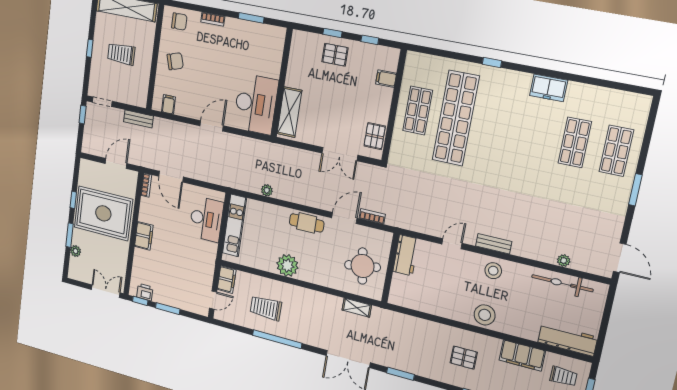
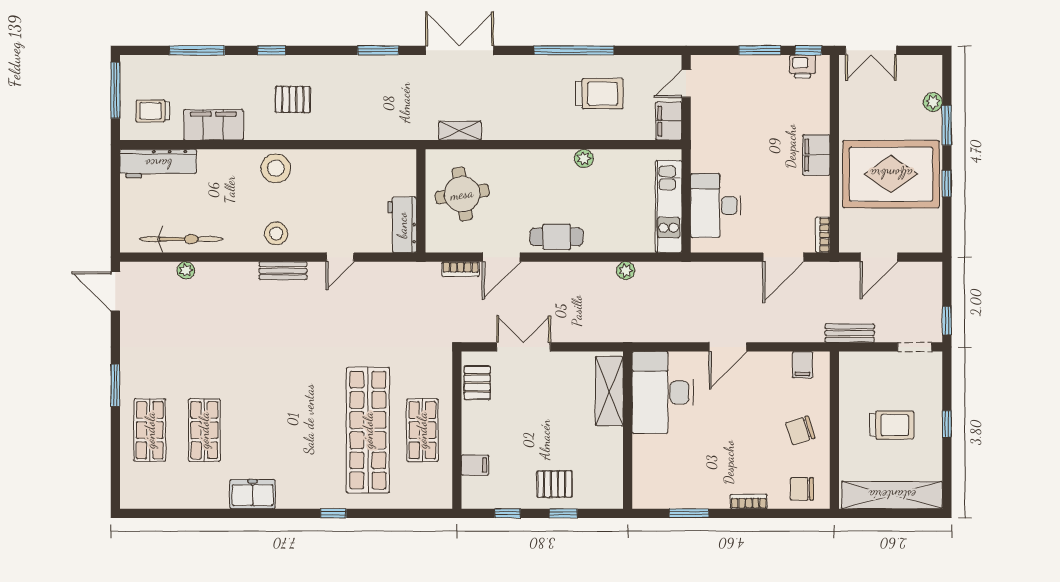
door: (171, 177) -> (783, 257), swing flipped
plant: (287, 265) -> (584, 158), width x0.53, depth x0.53

